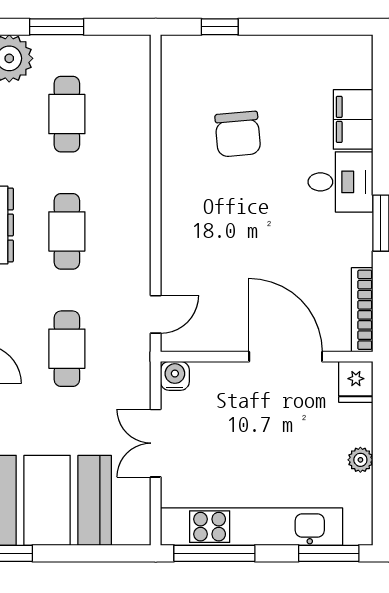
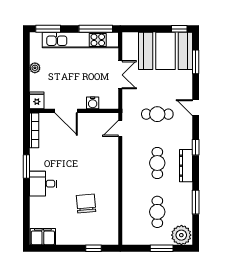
filing cabinet: (353, 119) -> (43, 237), moved, turned -90
cafe table: (67, 349) -> (157, 114), turned 90
door: (286, 357) -> (66, 111), width x0.73
water cooler: (175, 376) -> (93, 103), moved

